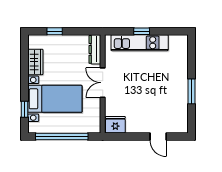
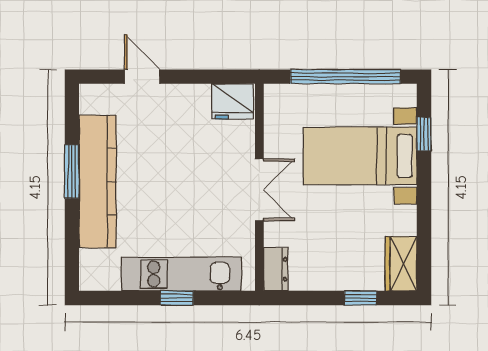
dresser: (95, 49) -> (276, 269), width x0.70
wardrobe: (35, 62) -> (401, 264), moved
kitchen counter: (179, 87) -> (98, 181), added

